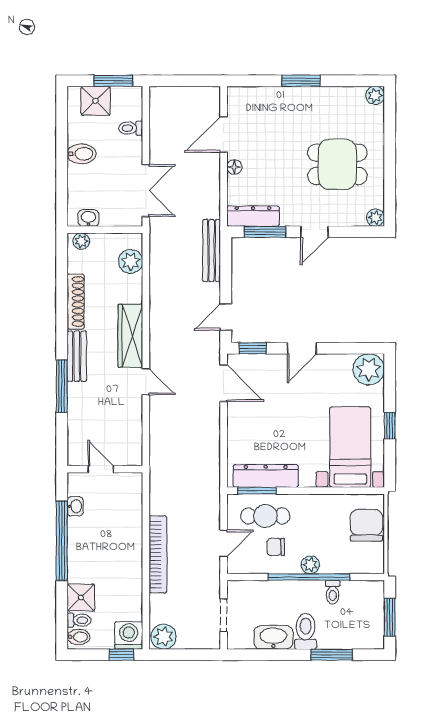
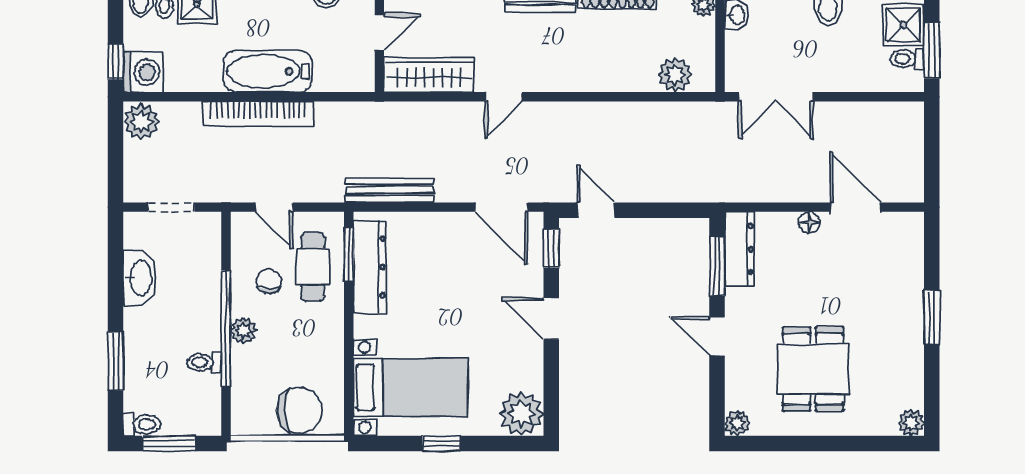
toilet: (131, 128) -> (907, 59), moved, turned -90
bench: (212, 251) -> (390, 190), moved
wardrobe: (130, 336) -> (429, 75), moved
door: (224, 383) -> (502, 207), hinge flipped
bathtub: (128, 548) -> (268, 71), added
toilet: (306, 631) -> (142, 424), moved, width x0.73, depth x0.72

